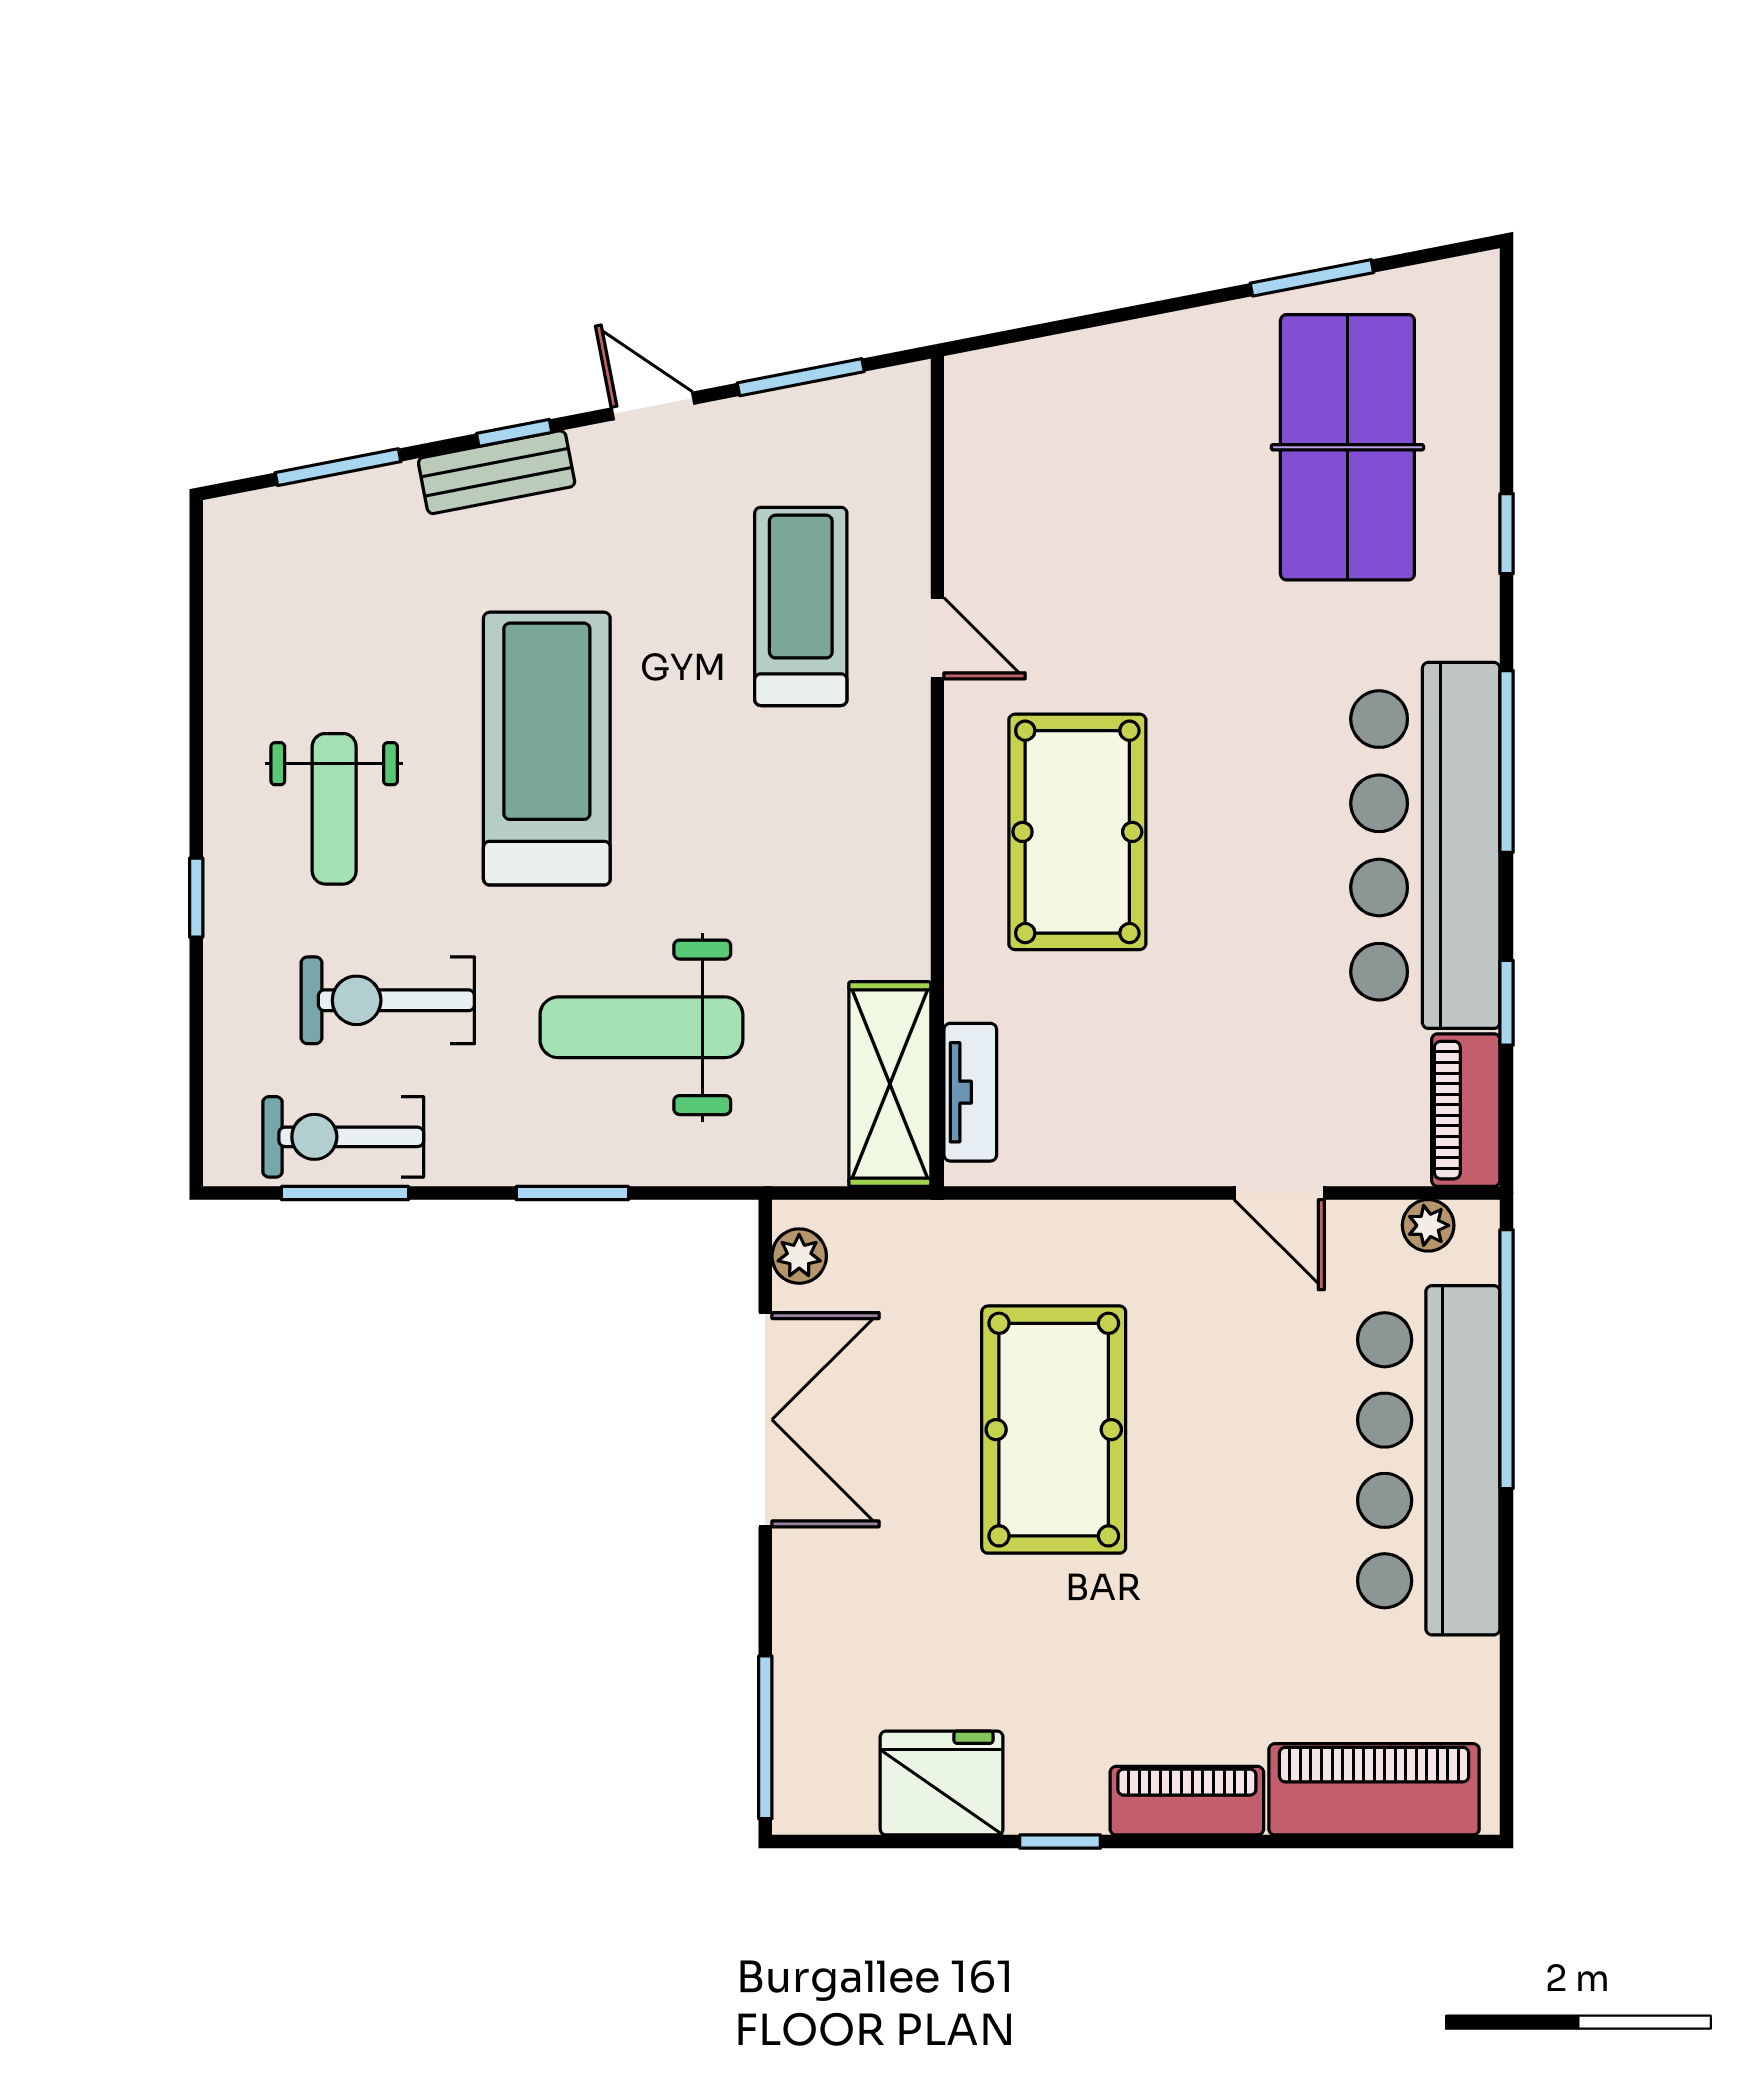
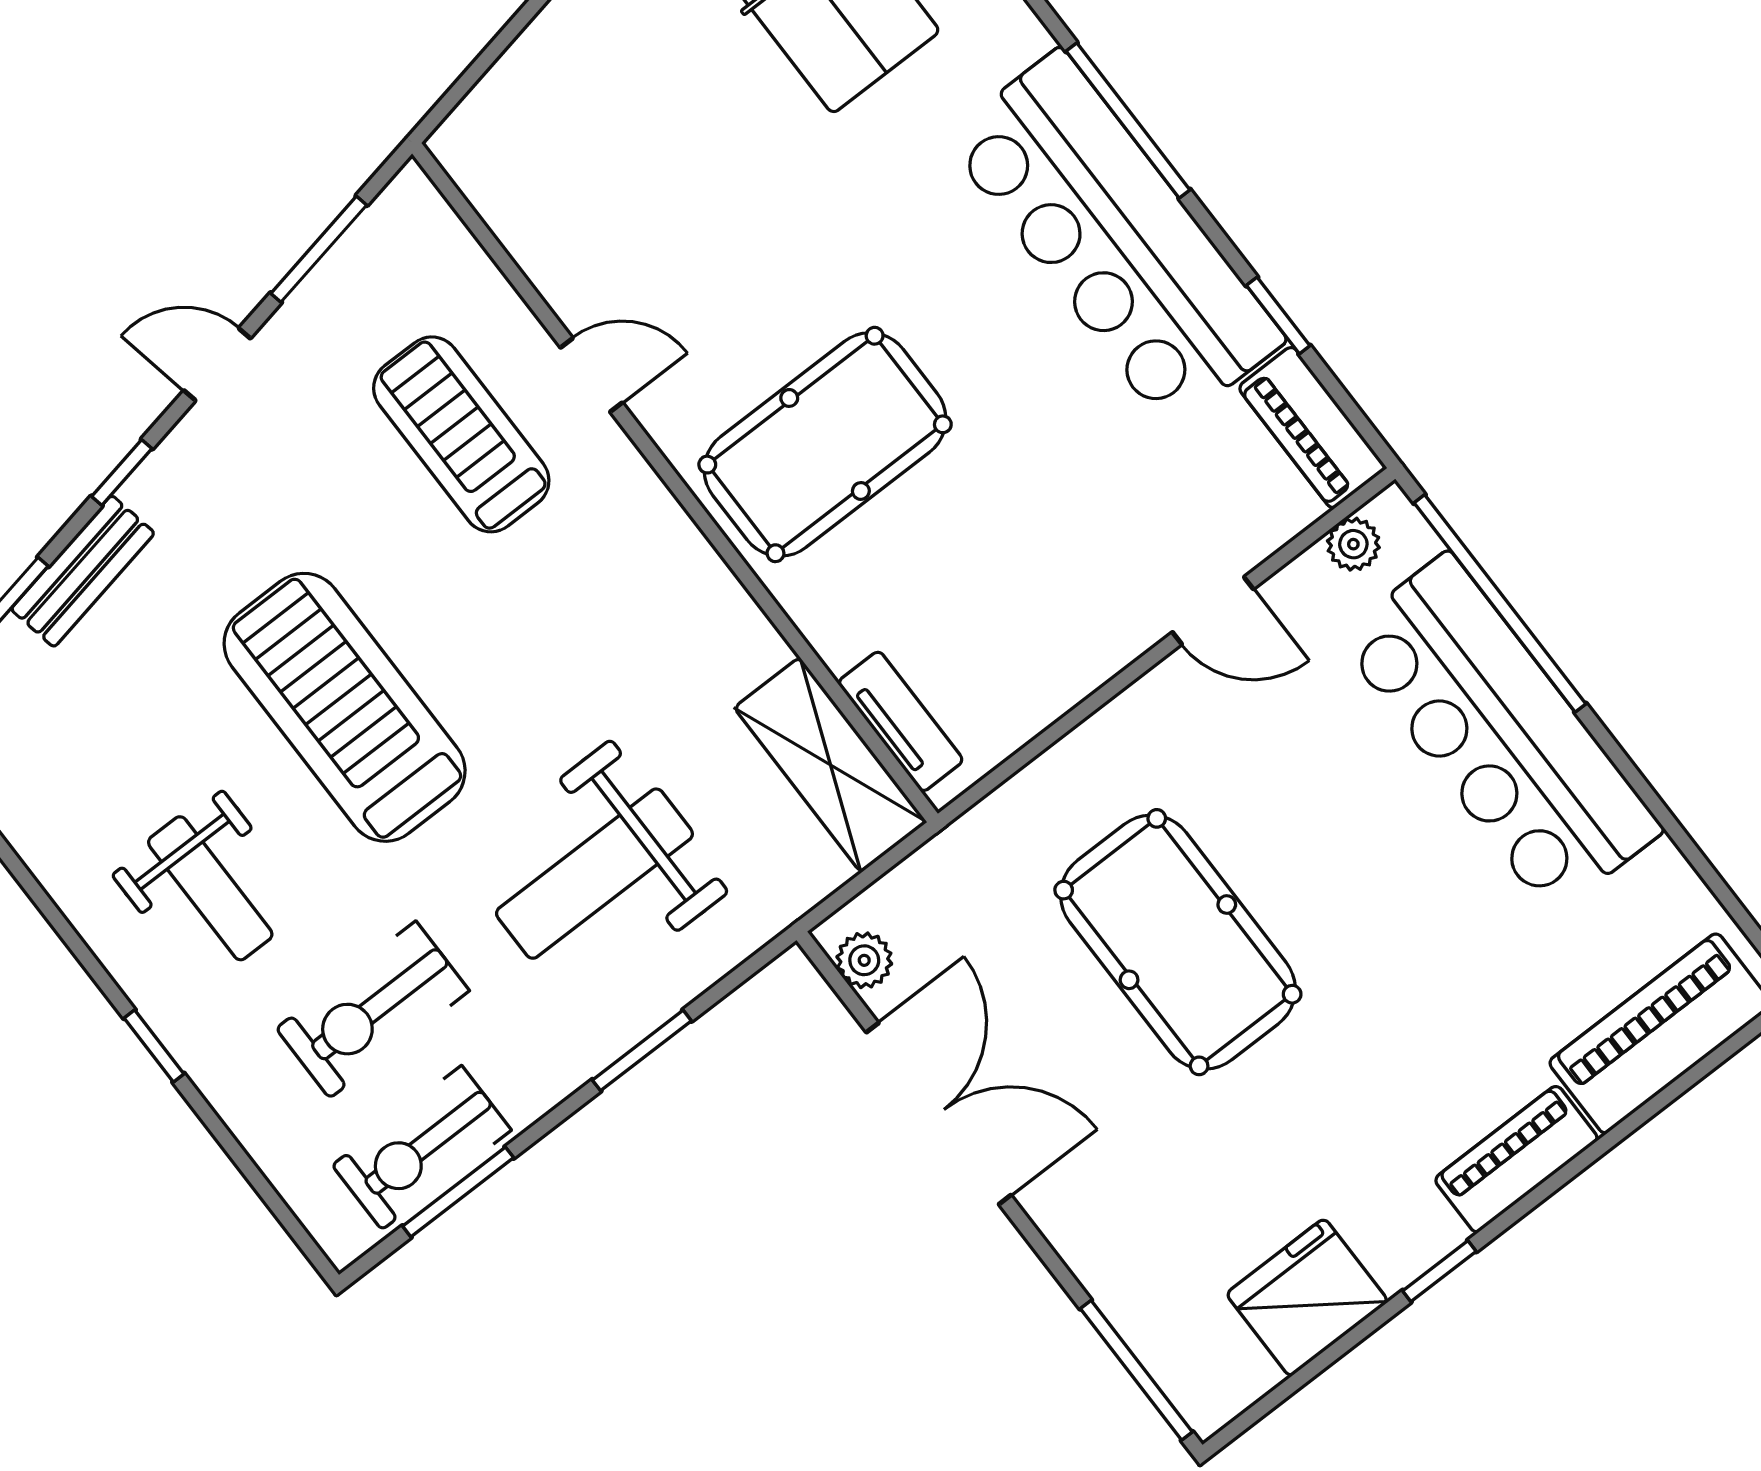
bench: (497, 472) -> (83, 571), moved
pool table: (1077, 832) -> (825, 444), turned 90

